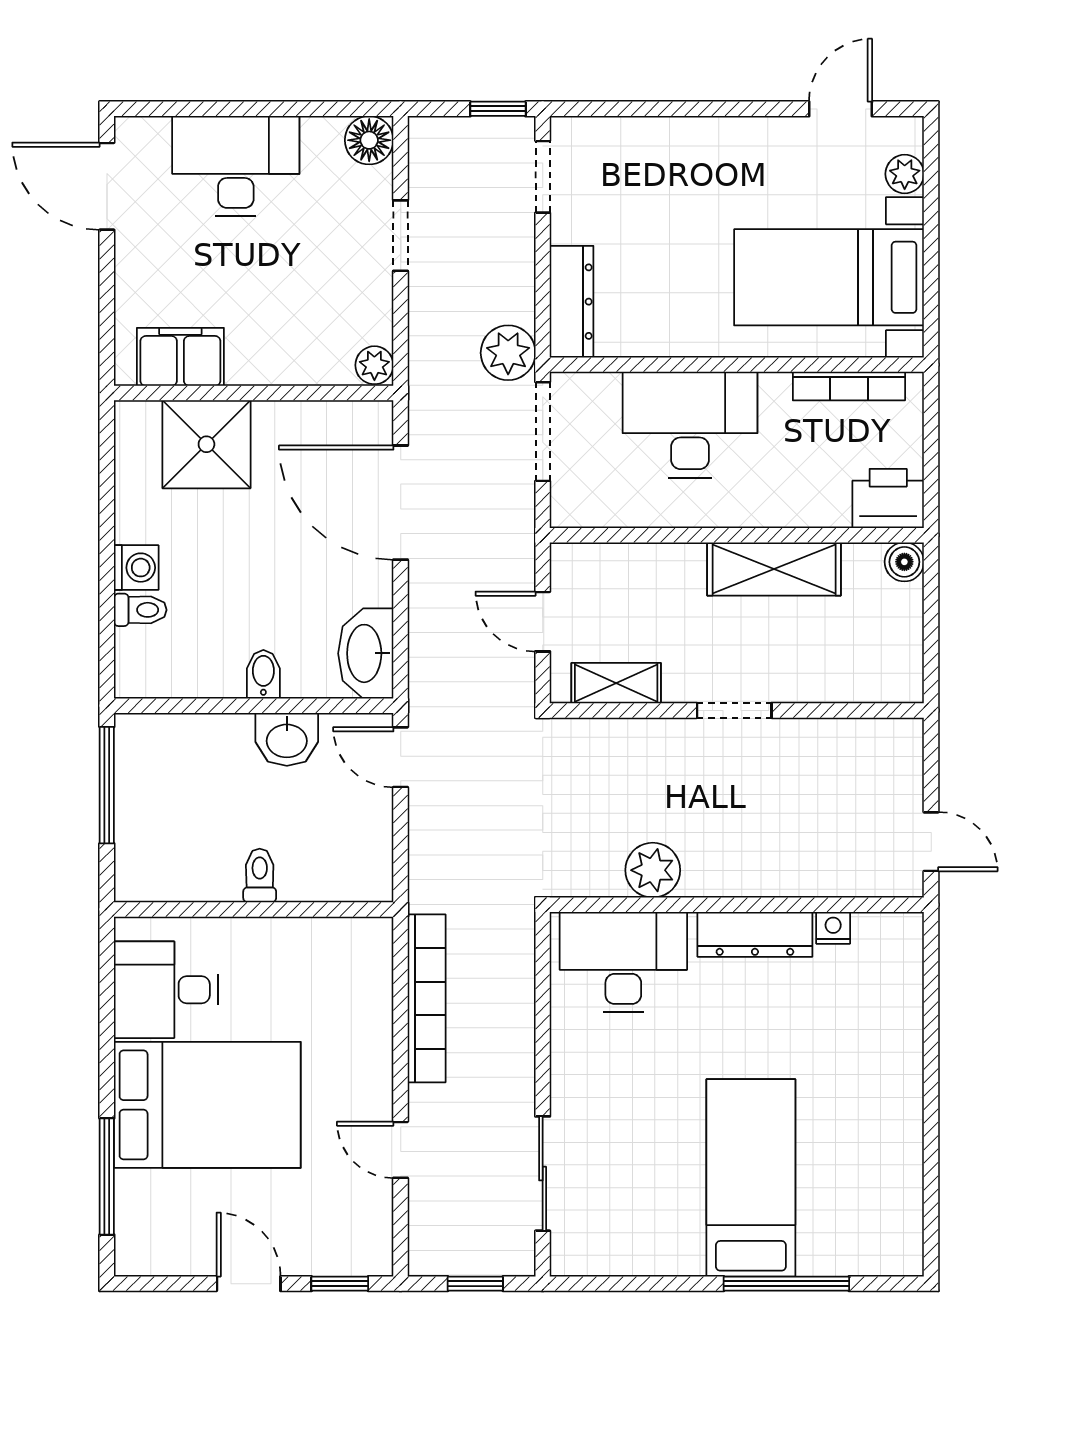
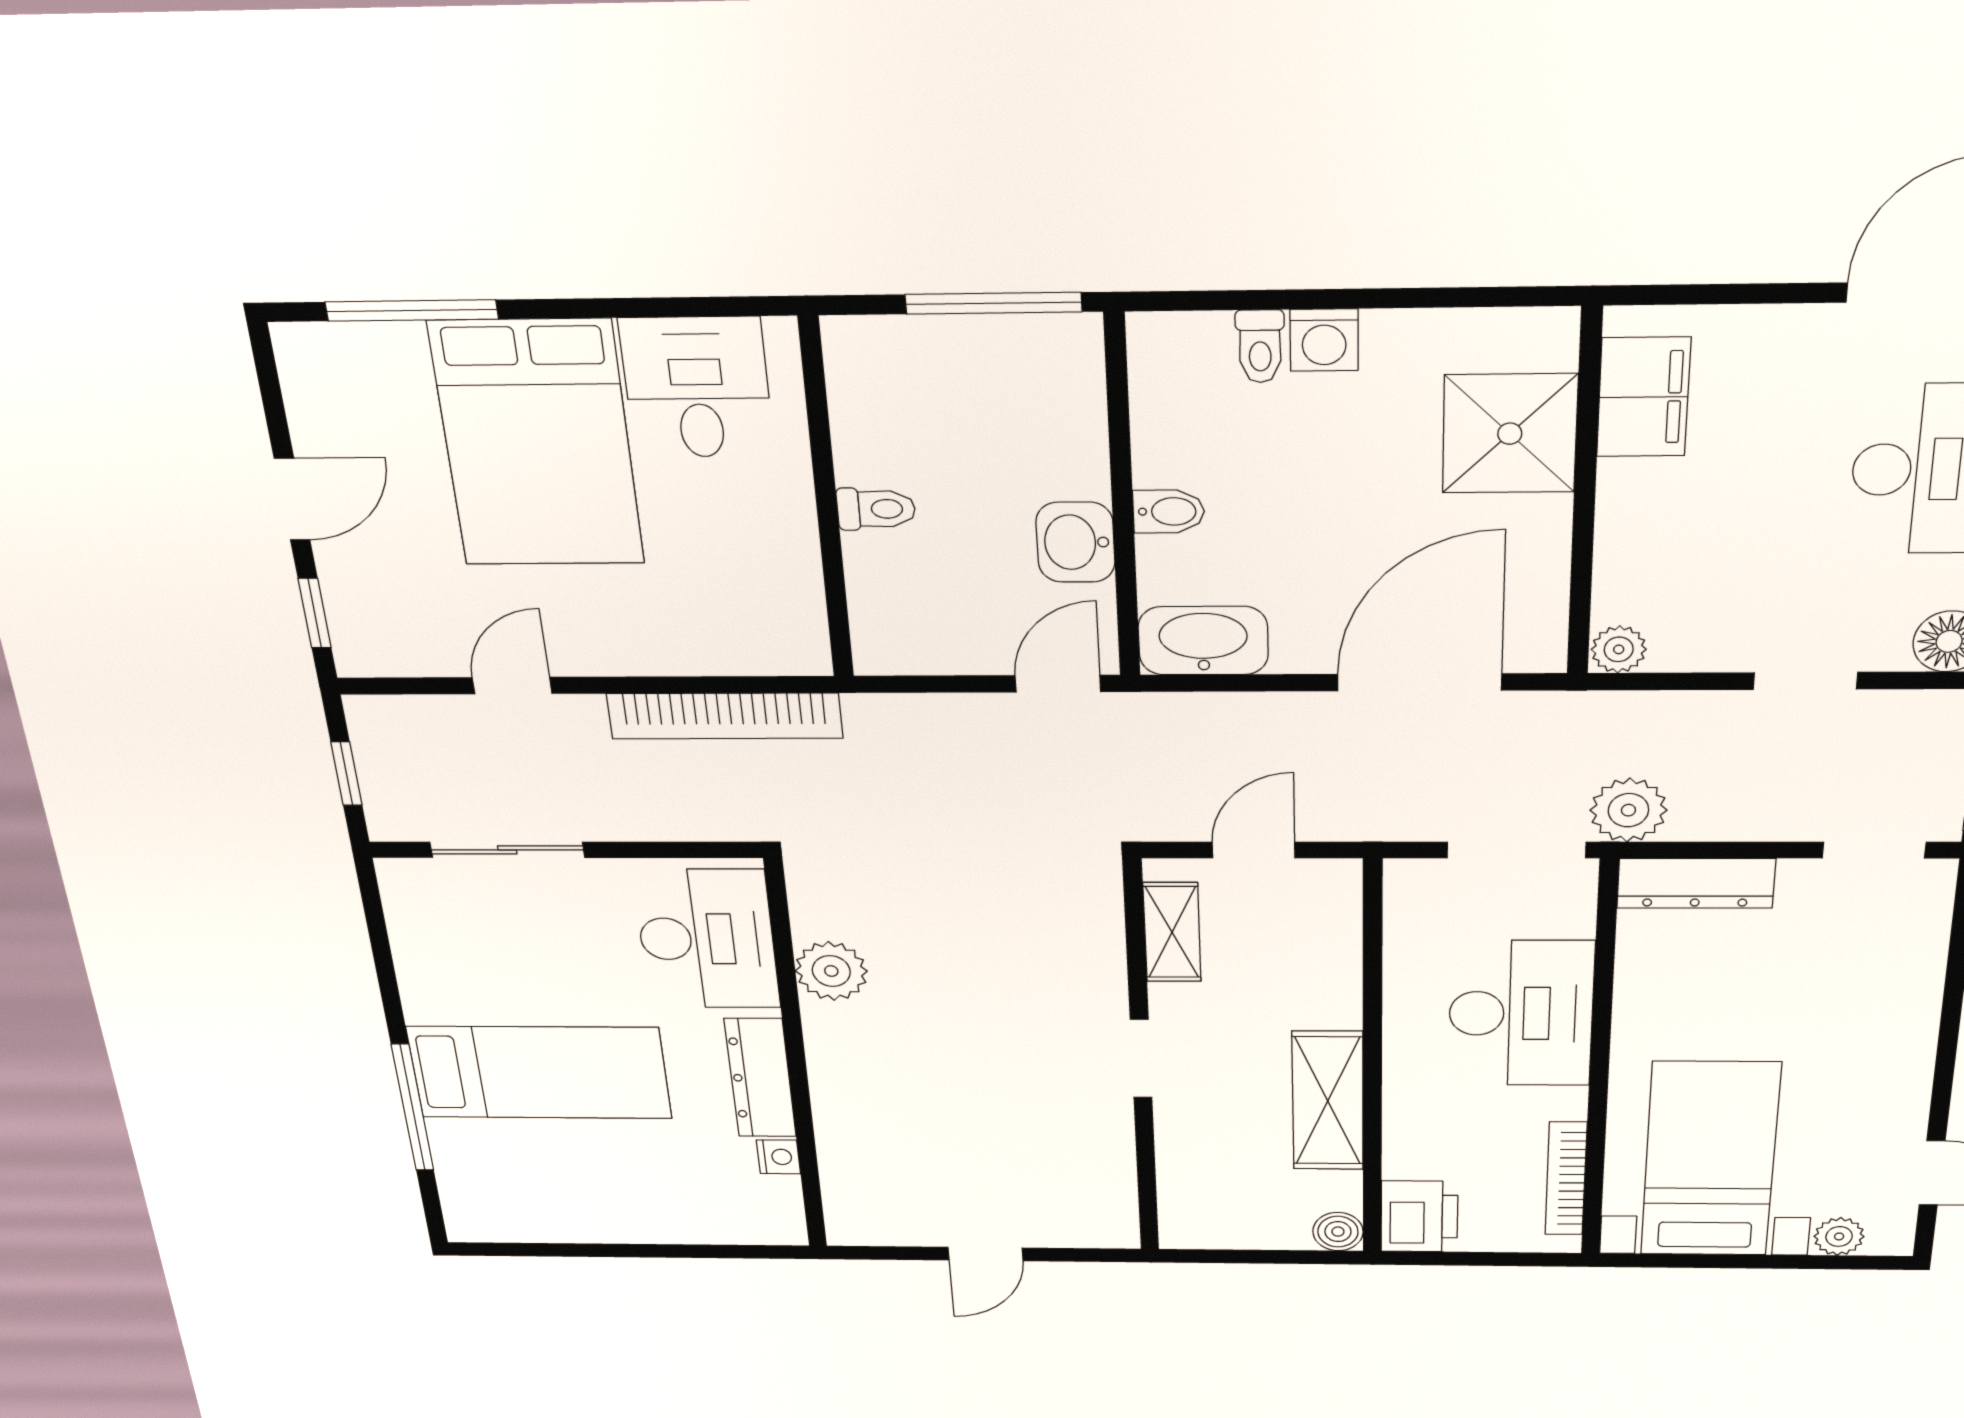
plant: (653, 870) -> (831, 971), moved
wall: (737, 905) -> (796, 1059), moved
nightstand: (833, 928) -> (778, 1157), moved
dresser: (755, 934) -> (760, 1078), moved
desk: (623, 962) -> (707, 939), moved

